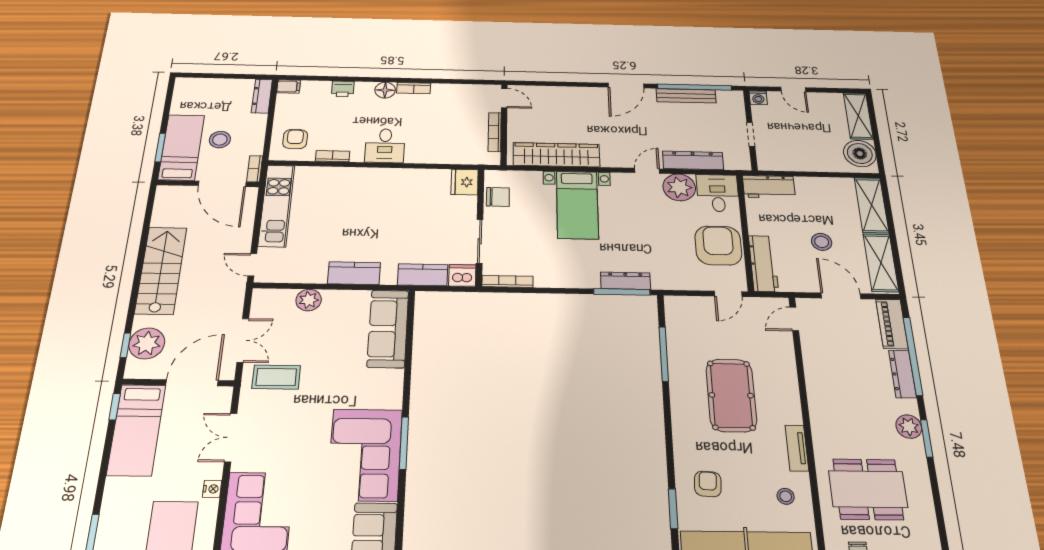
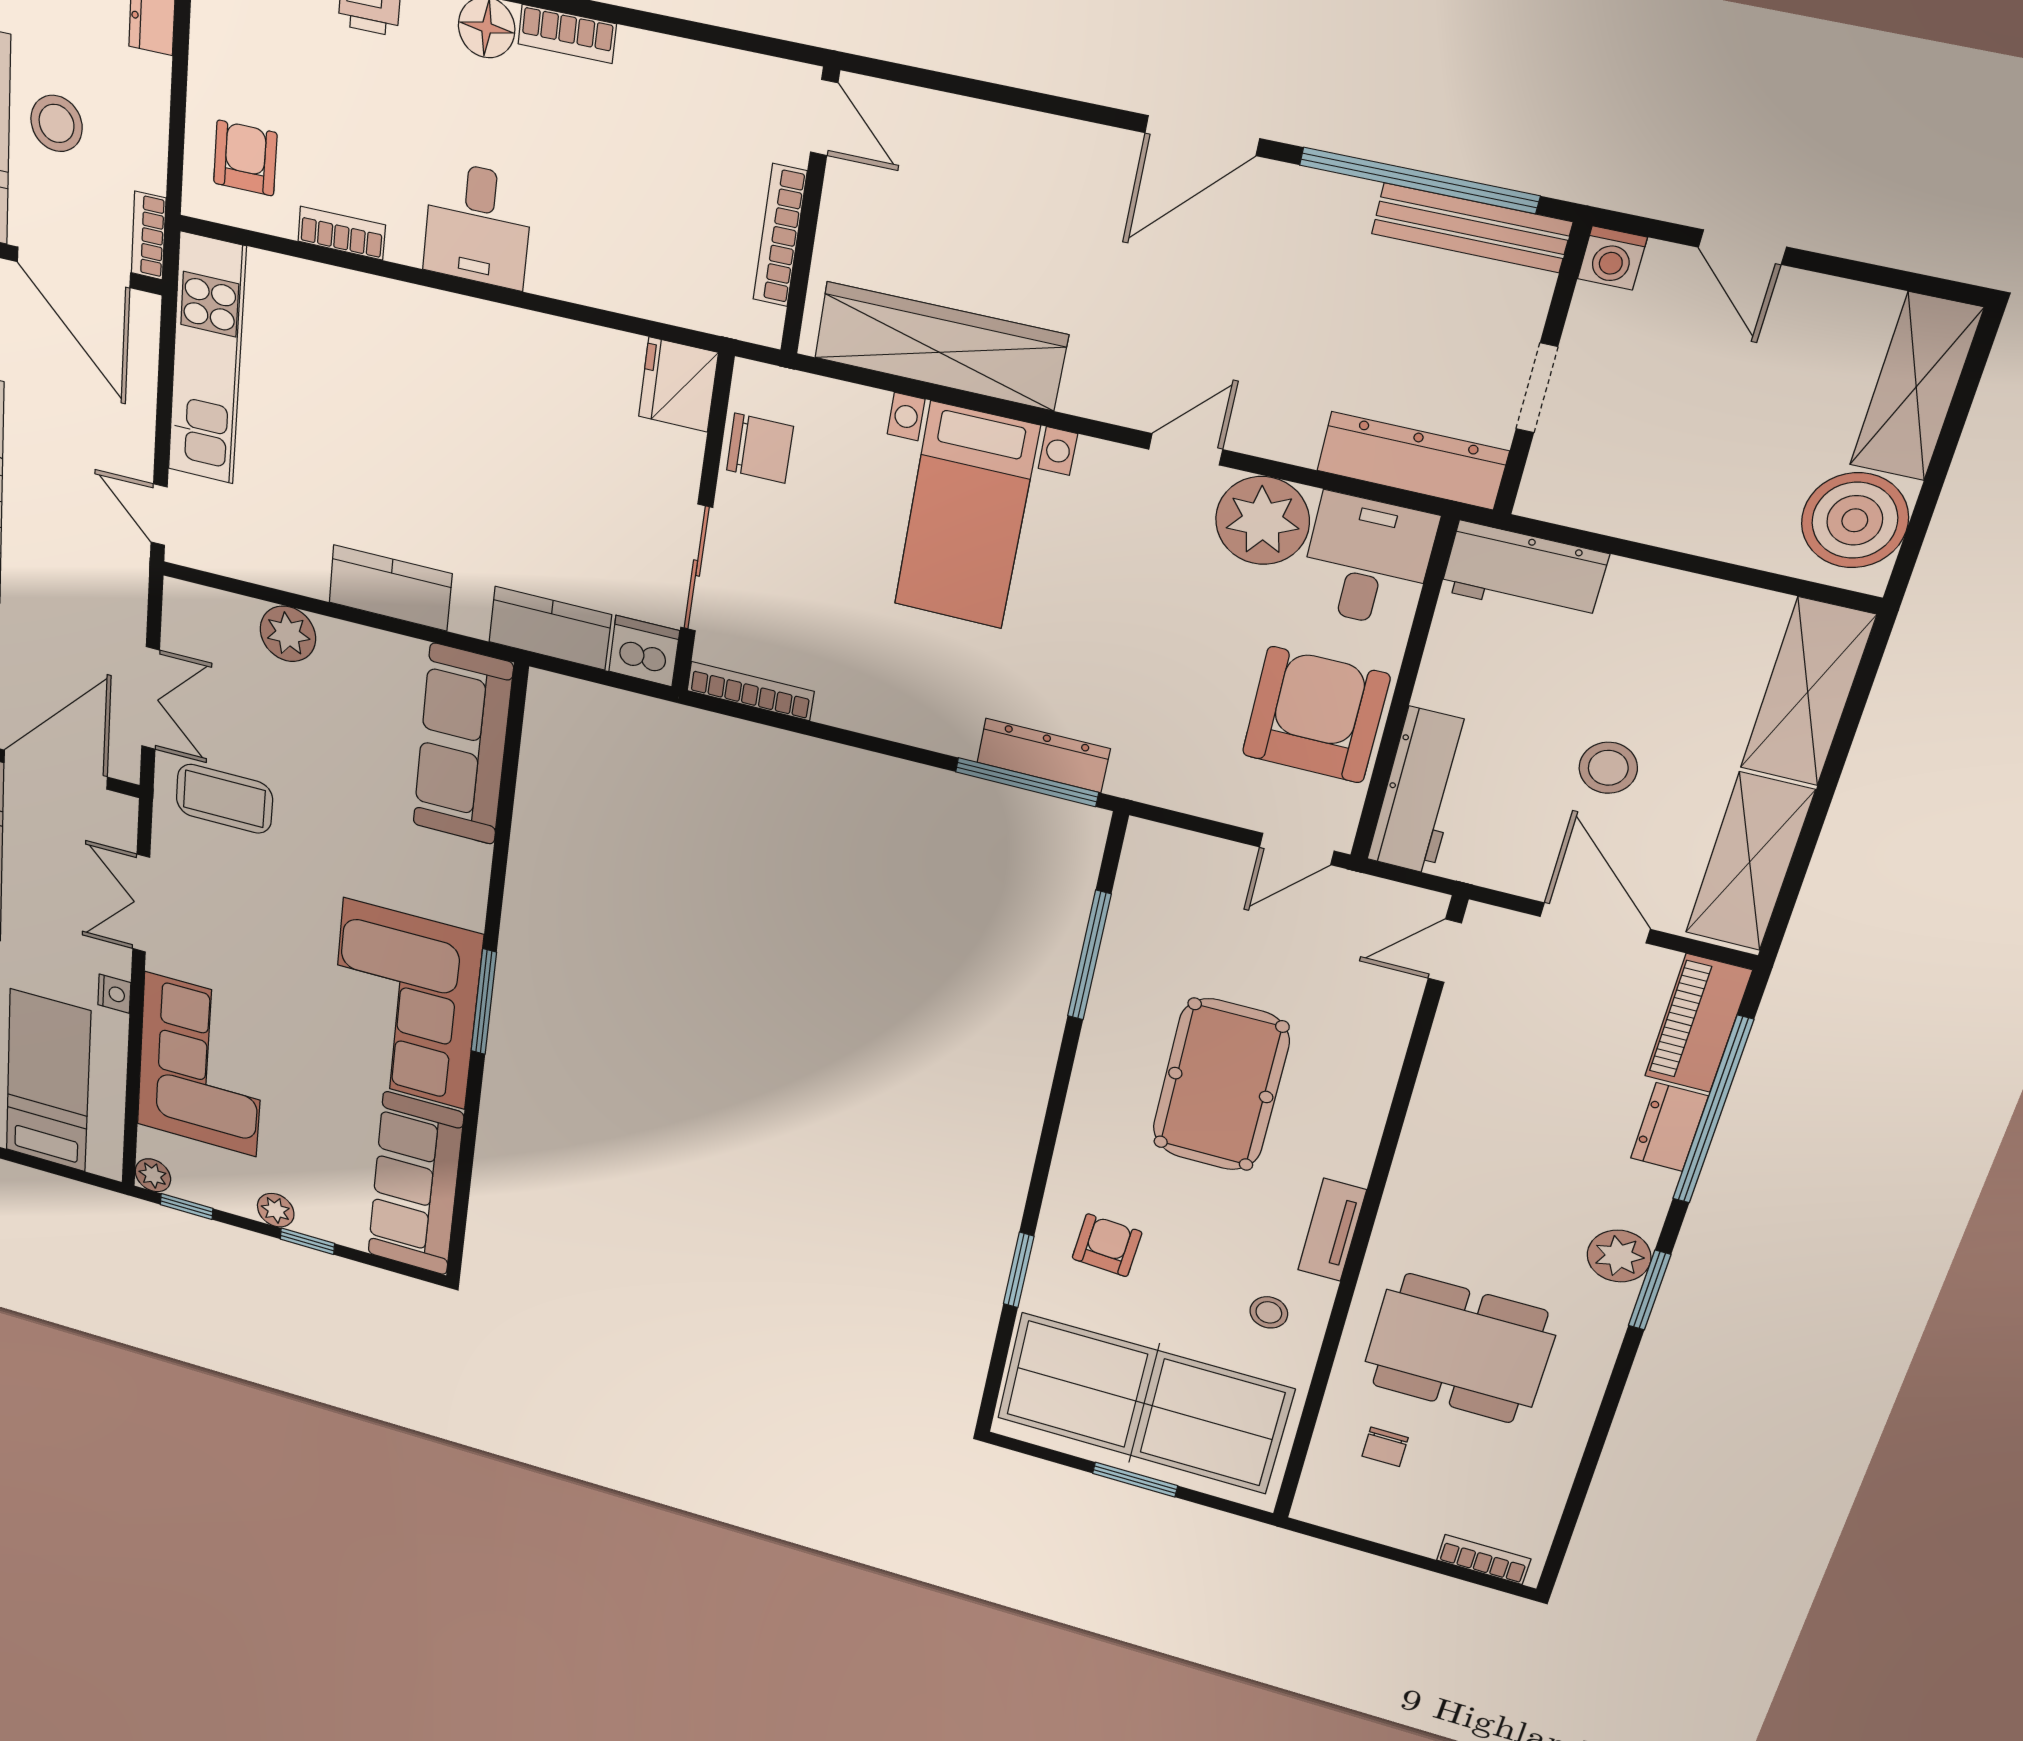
bench: (686, 96) -> (1472, 228), moved
dresser: (693, 160) -> (1412, 461), moved
dresser: (902, 374) -> (1669, 1127), width x0.70

